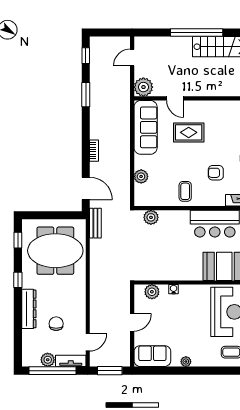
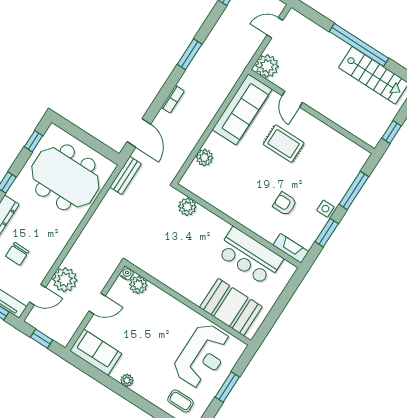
window: (86, 95) -> (190, 54), moved
coffee table: (185, 191) -> (240, 203), removed
water cooler: (174, 289) -> (126, 273), moved
plant: (100, 320) -> (65, 280), added
chair: (56, 324) -> (17, 254), turned 180
window: (110, 371) -> (41, 339), width x0.67

